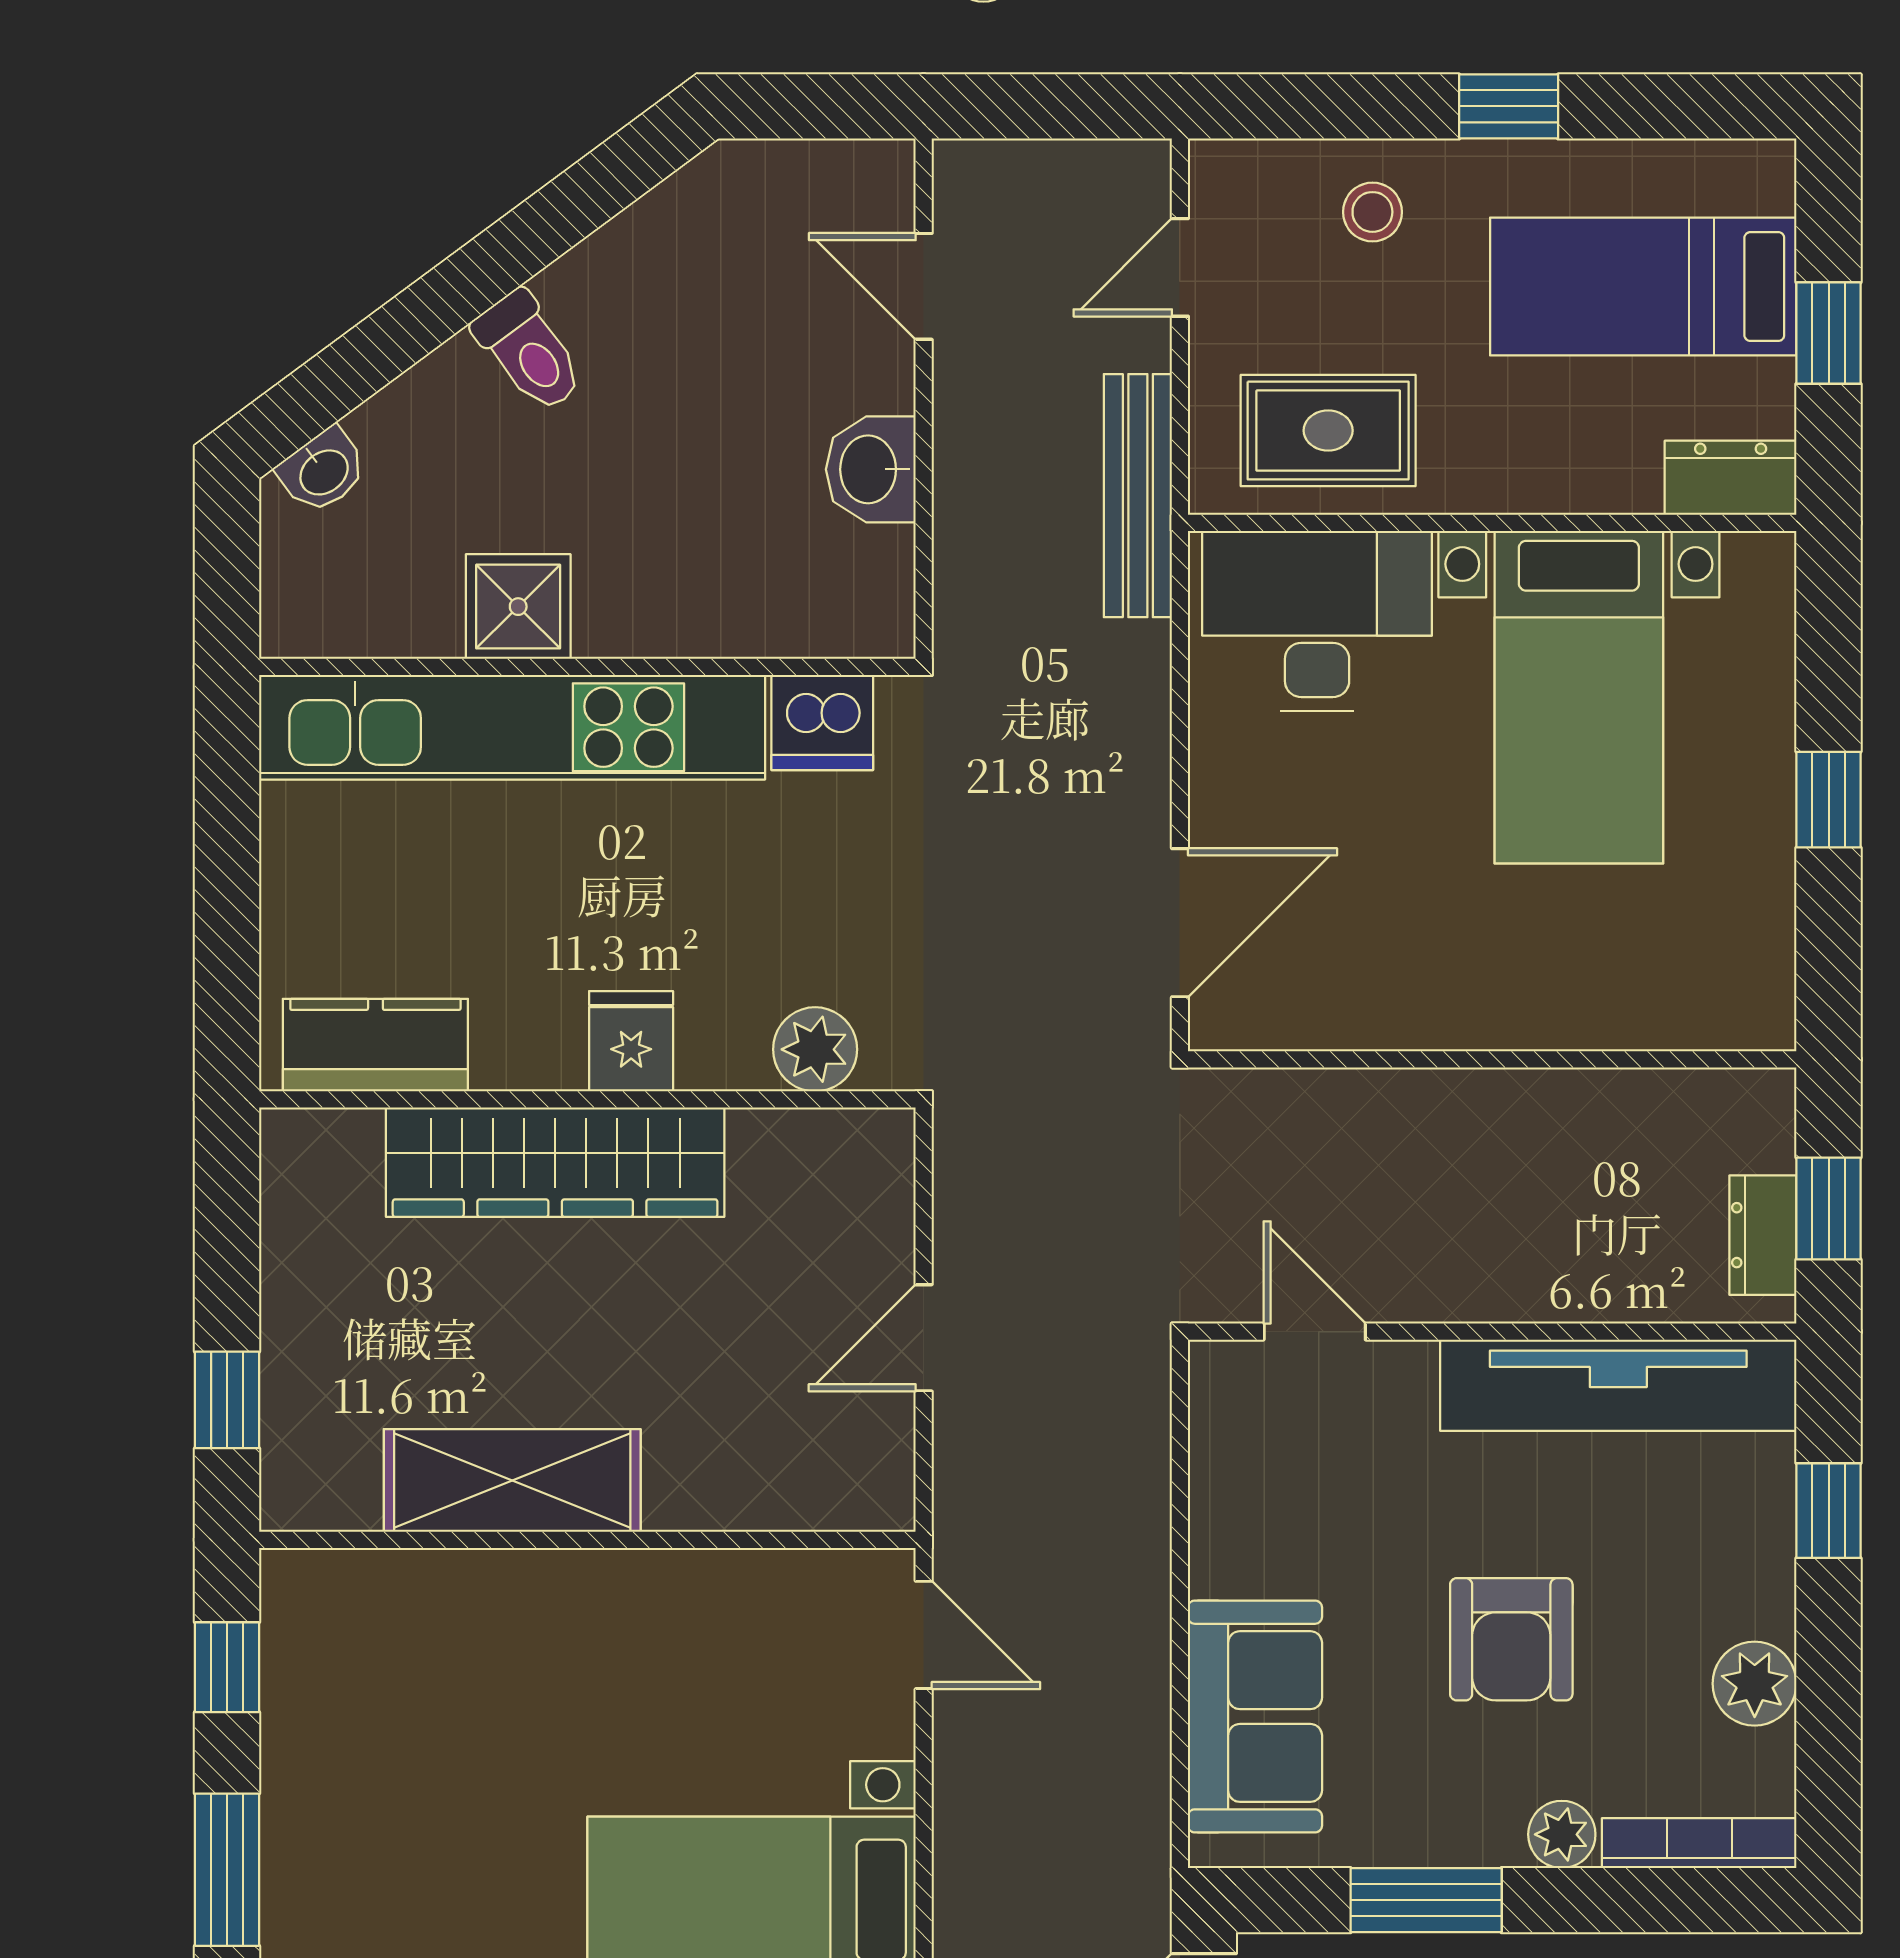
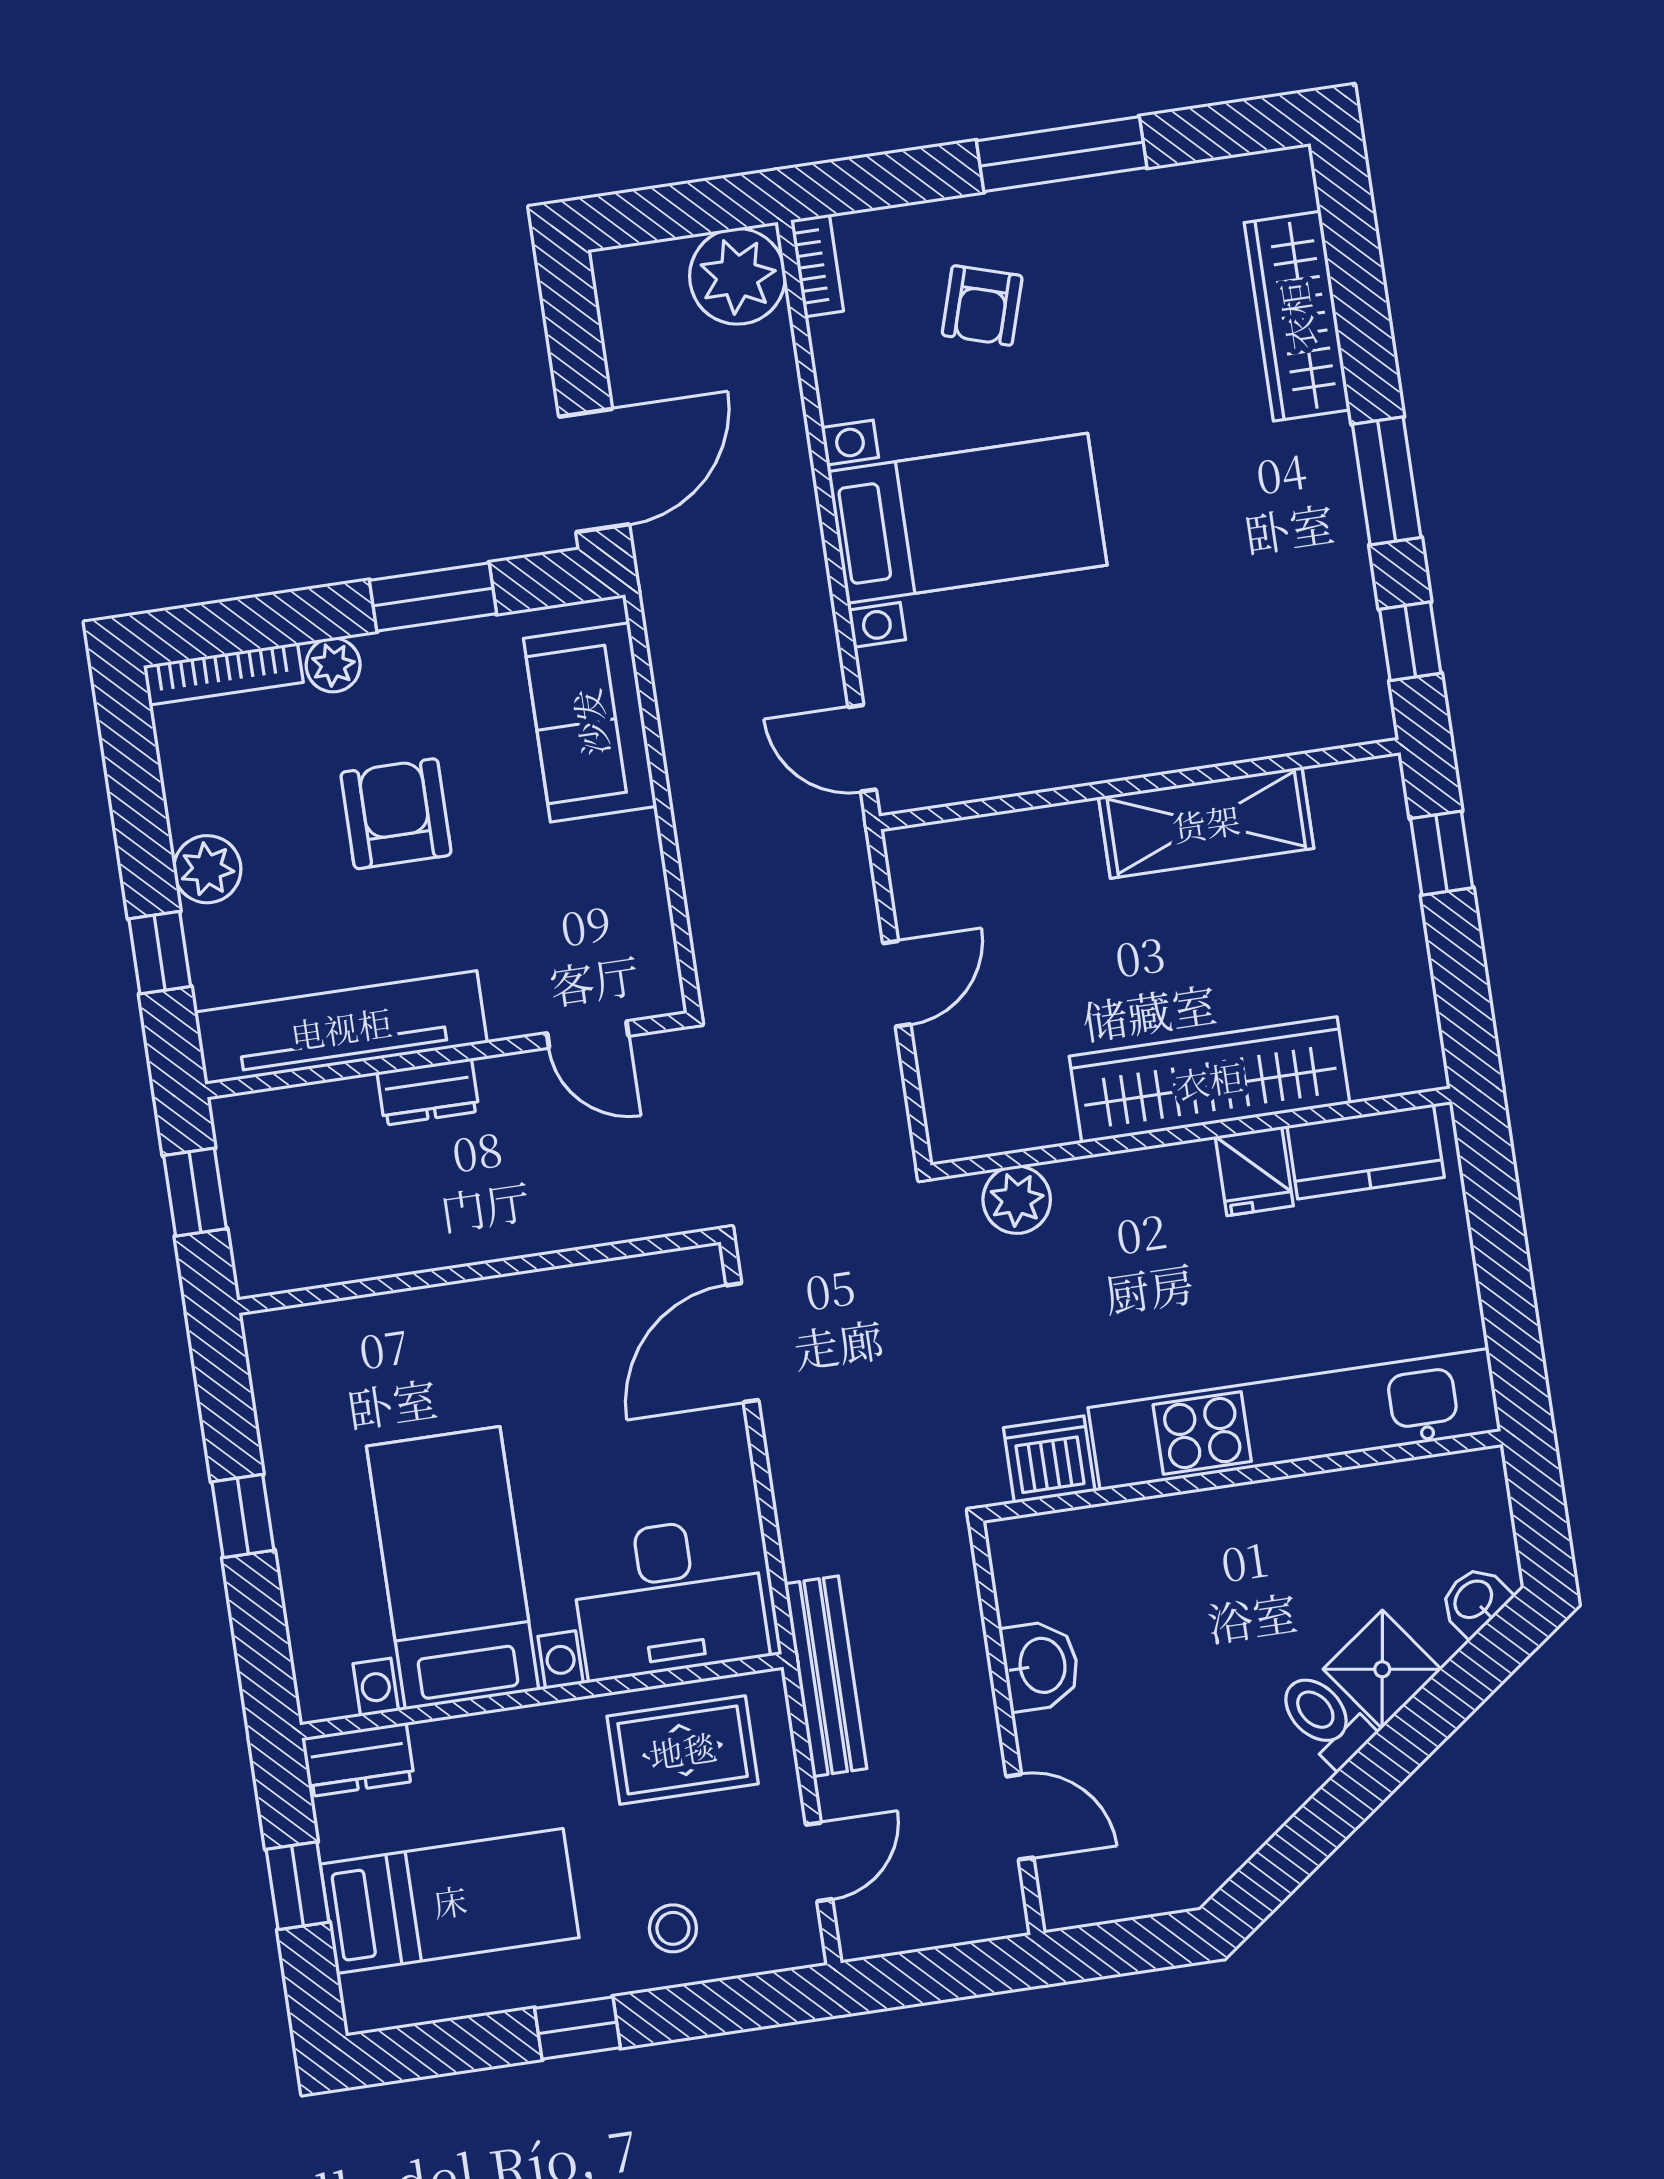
shower: (518, 607) -> (1382, 1669), moved, turned -37
fridge: (631, 1041) -> (1254, 1171), moved
dresser: (1763, 1235) -> (428, 1092), moved, turned 90
plant: (1755, 1684) -> (207, 869), moved

